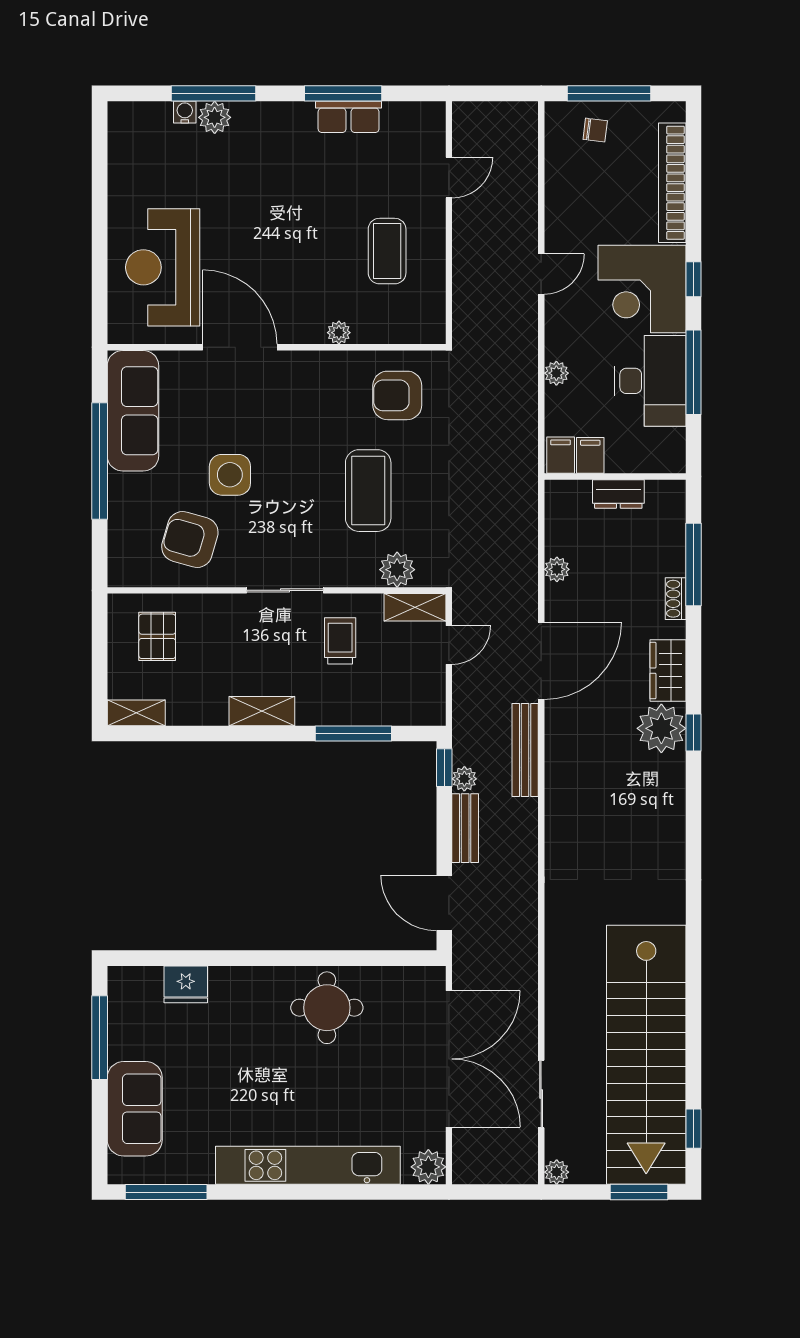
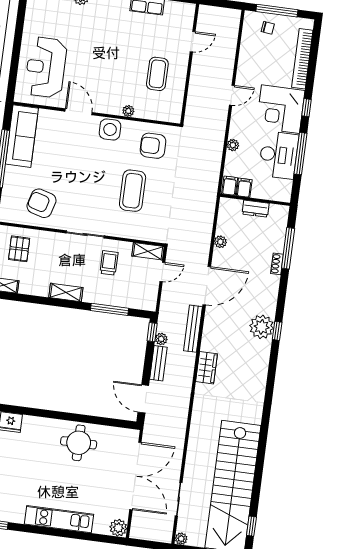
door: (240, 347) -> (79, 112), width x0.73
side table: (230, 475) -> (110, 129), moved
plant: (397, 570) -> (142, 231), removed
wardrobe: (668, 671) -> (206, 368), moved, turned 180
kitchen unit: (308, 1165) -> (59, 519), width x0.73

